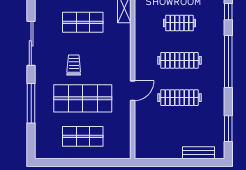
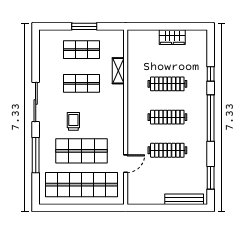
clothes rail: (179, 23) -> (167, 84), width x1.36
door: (133, 91) -> (126, 164), moved
shop shelf: (83, 136) -> (81, 185), width x2.00, depth x1.36
bench: (198, 153) -> (184, 199), width x1.36

